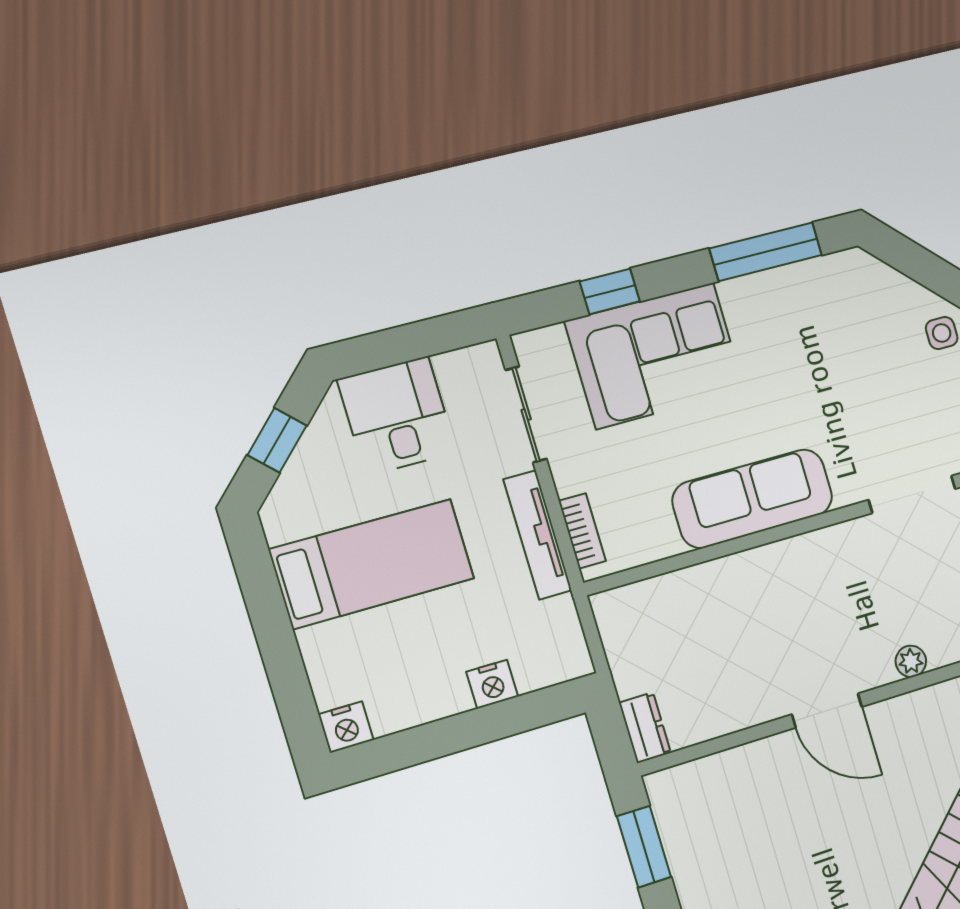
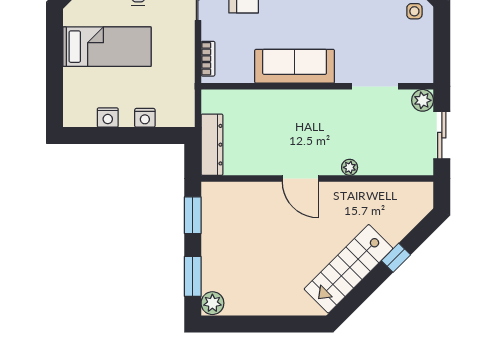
tv unit: (538, 535) -> (187, 55), removed
nightstand: (346, 727) -> (108, 118), moved
dresser: (645, 728) -> (212, 145), width x1.96, depth x1.24

